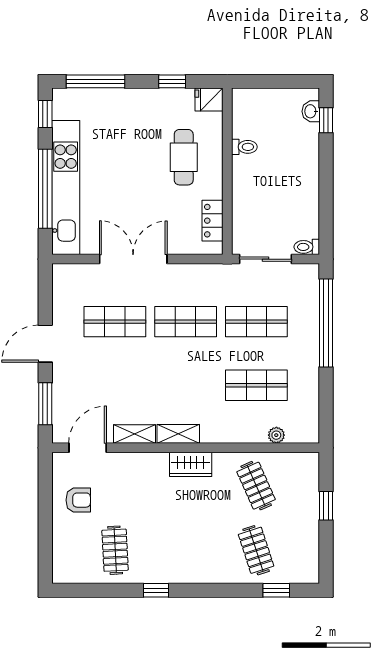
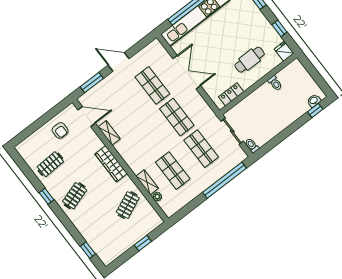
shelving: (178, 434) -> (147, 182), moved
wardrobe: (191, 464) -> (111, 164), width x1.50
clothes rail: (256, 550) -> (75, 196), moved

